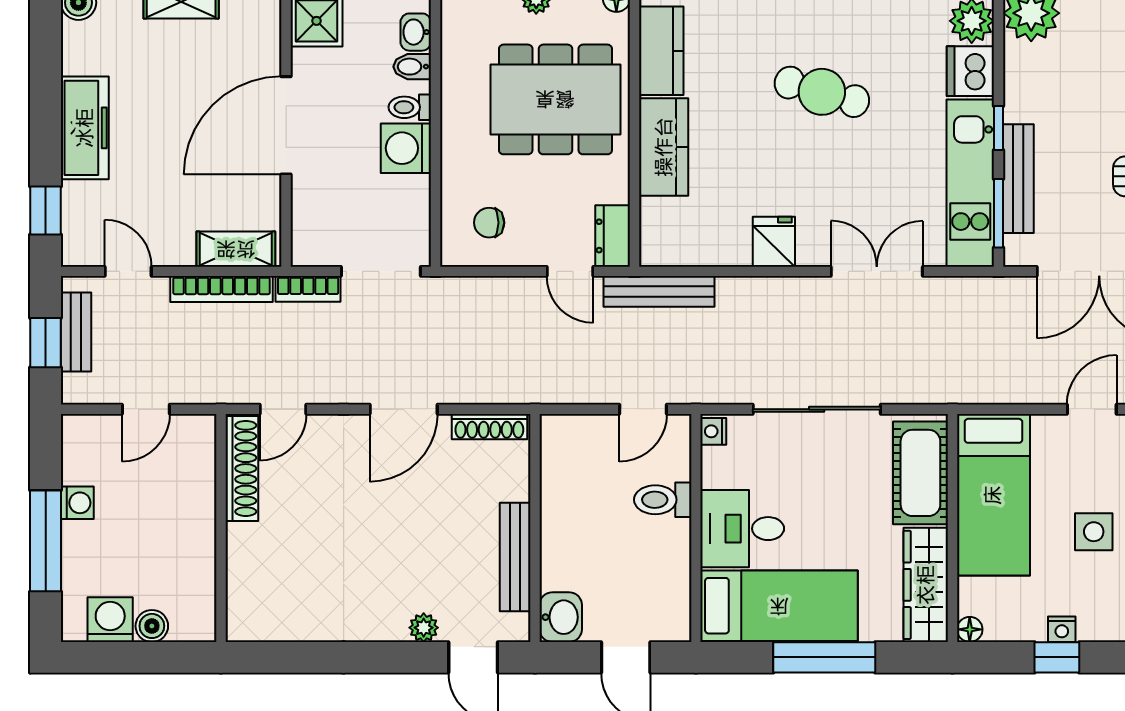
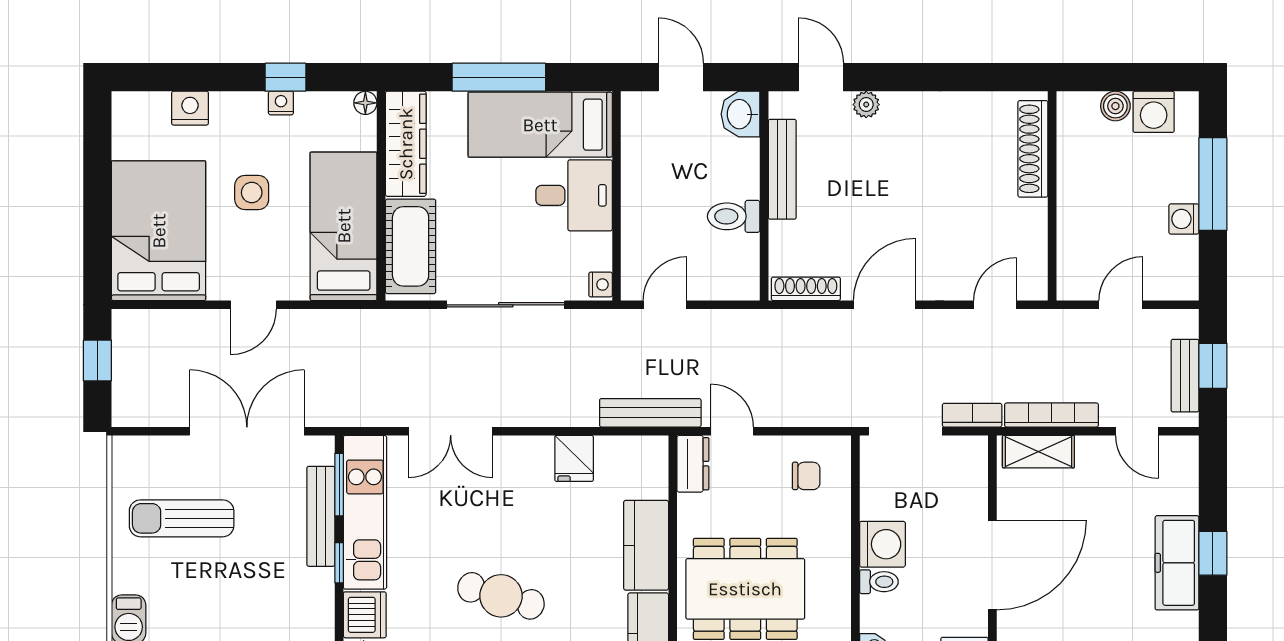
bidet: (412, 67) -> (877, 619), removed
window: (46, 210) -> (1213, 553), moved
fridge: (774, 242) -> (574, 458), moved
shoe rack: (242, 468) -> (1033, 149), moved
toilet: (663, 500) -> (734, 216), moved, turned 180

